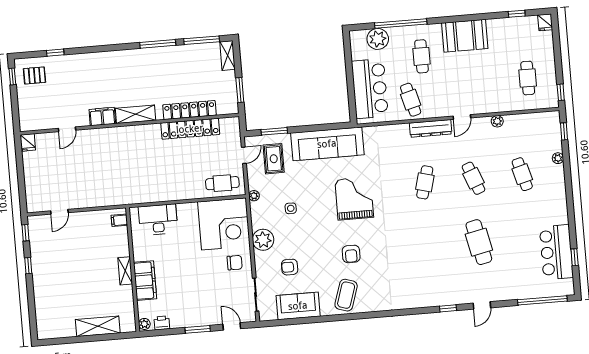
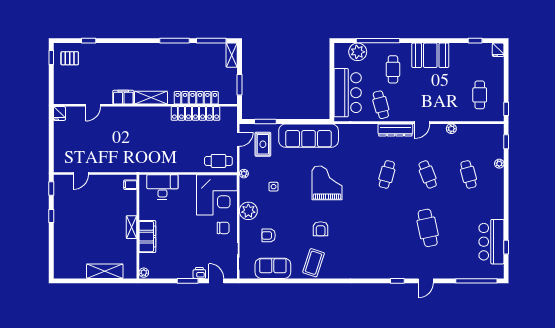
printer: (162, 323) -> (199, 273), moved

